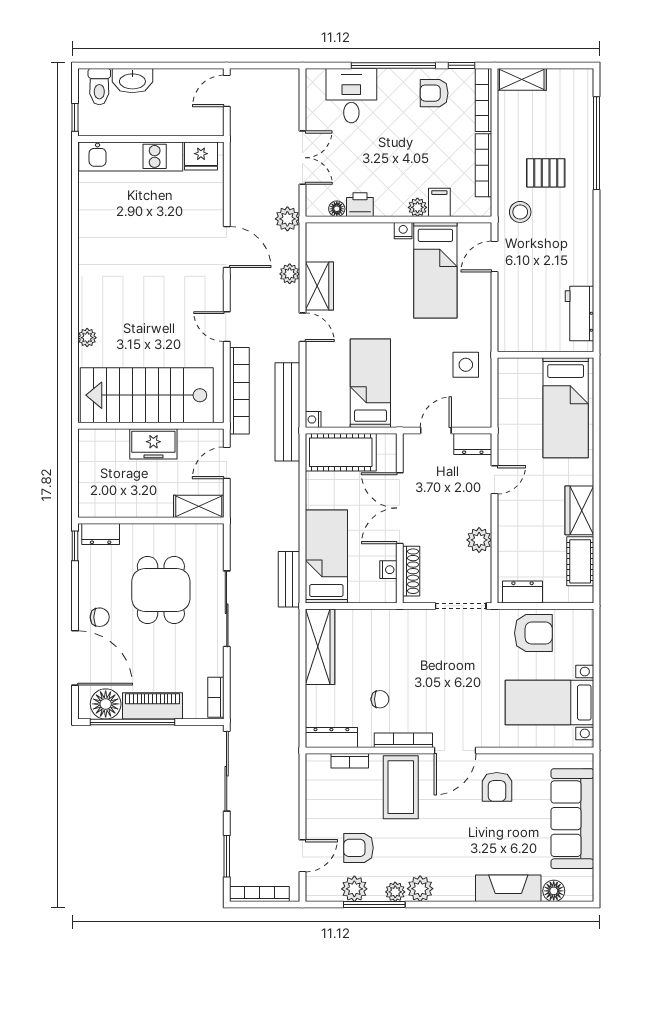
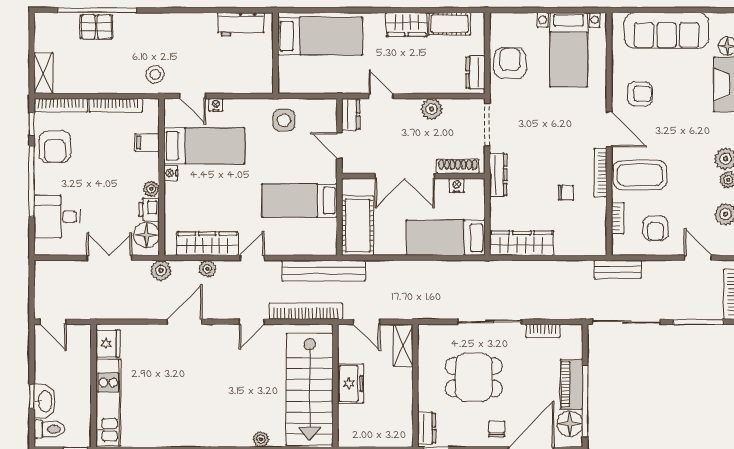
window: (138, 65) -> (32, 397), added
armchair: (434, 93) -> (55, 147), width x1.38, depth x1.38
pallet: (546, 173) -> (96, 27), moved, turned 90
plant: (417, 207) -> (151, 189), moved
floor lamp: (337, 209) -> (146, 235), width x1.89, depth x1.89
wardrobe: (319, 286) -> (207, 244), width x1.50
nightstand: (313, 419) -> (216, 105), moved, turned 180
bench: (289, 579) -> (618, 269), moved
bookcase: (216, 697) -> (543, 331), moved
chair: (380, 699) -> (566, 193), turned 90
dresser: (331, 737) -> (498, 175), moved, turned 180
armchair: (359, 848) -> (655, 228), moved
window: (227, 856) -> (698, 322), width x1.44

